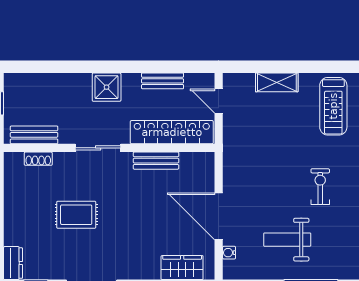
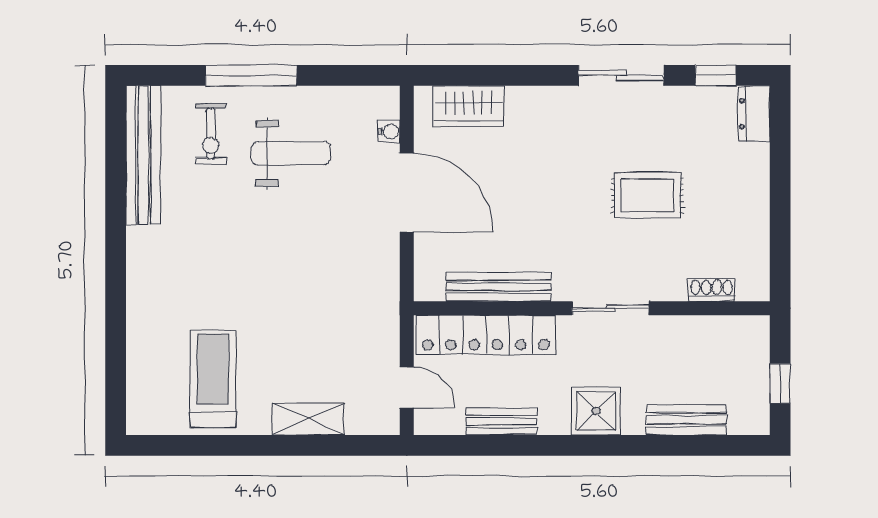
bench: (34, 135) -> (686, 420), moved
bench: (156, 161) -> (499, 287), width x1.36
exercise bike: (320, 187) -> (211, 134), moved

